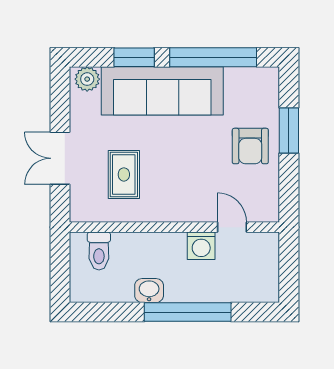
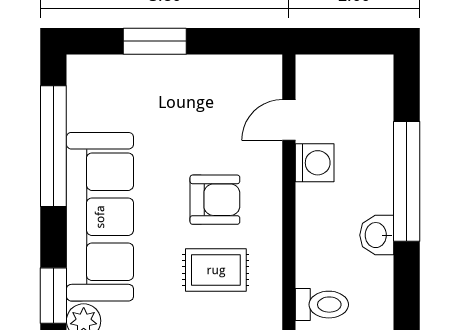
window: (134, 57) -> (53, 296), moved
armchair: (250, 146) -> (215, 200), moved

